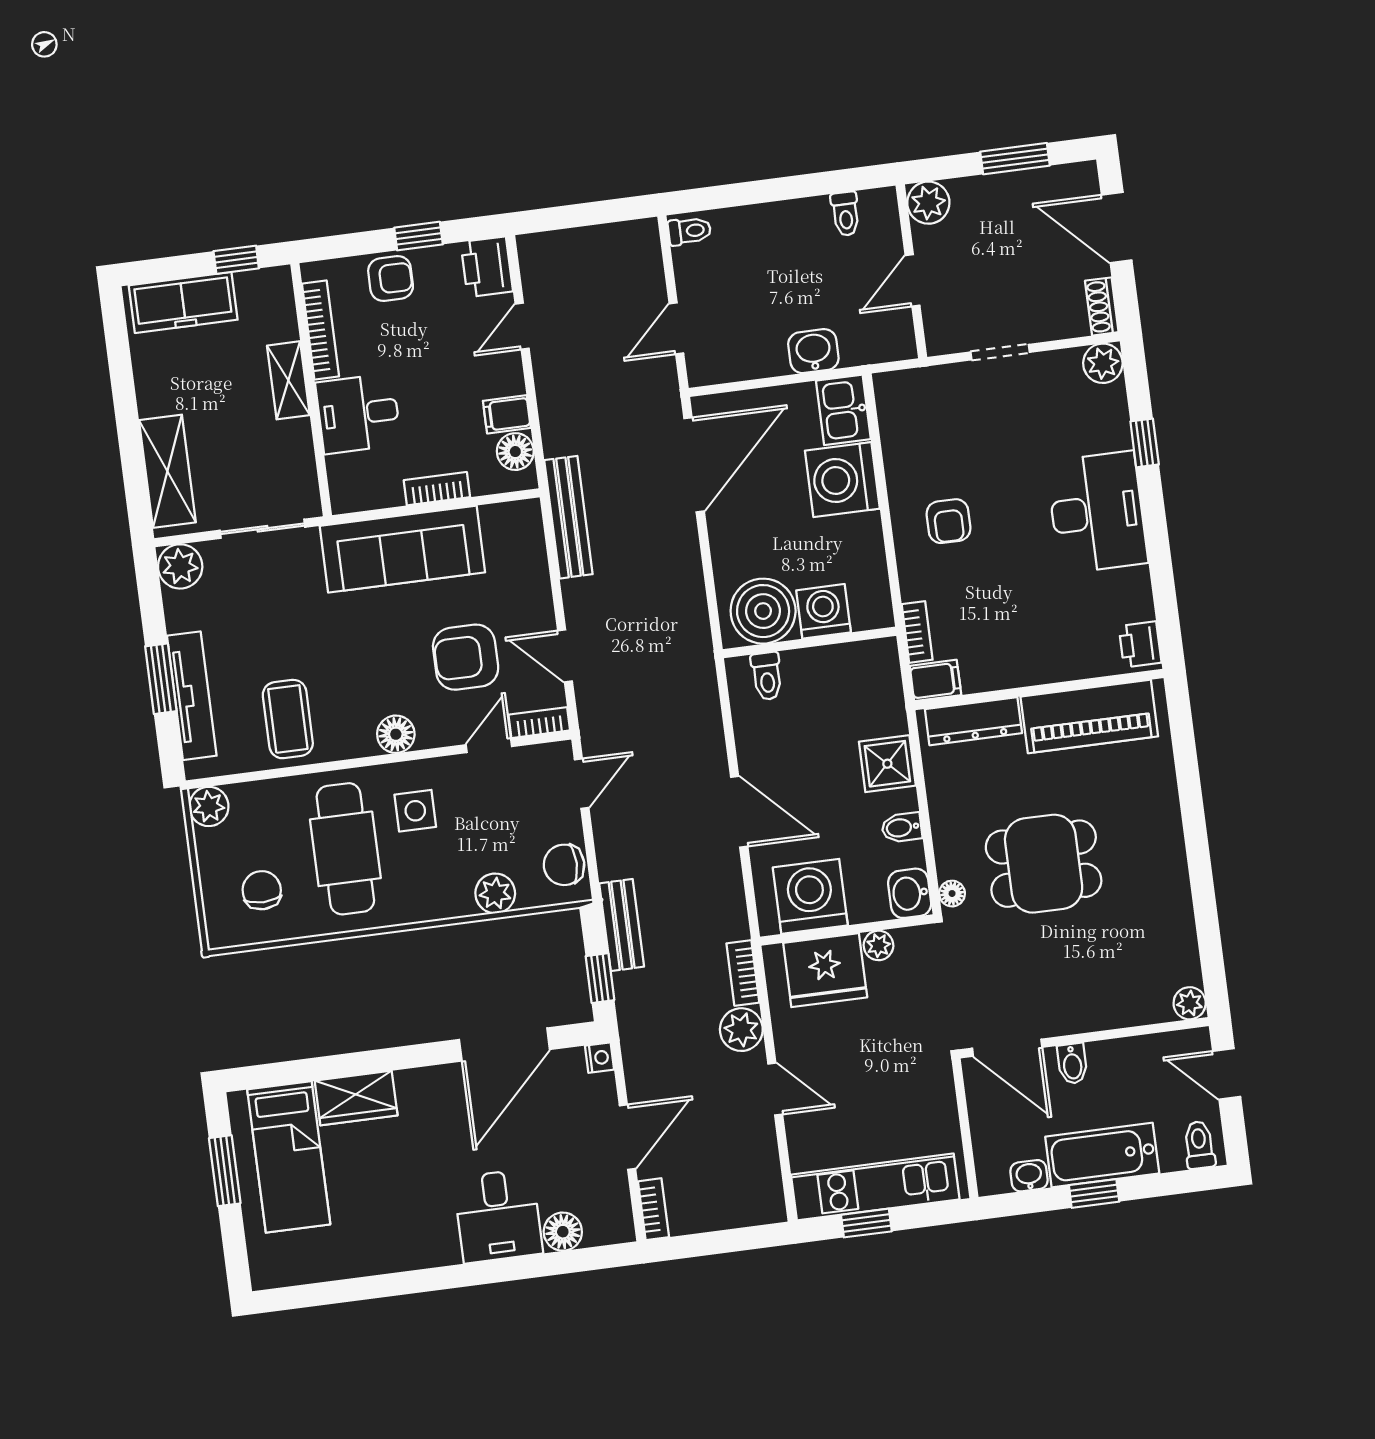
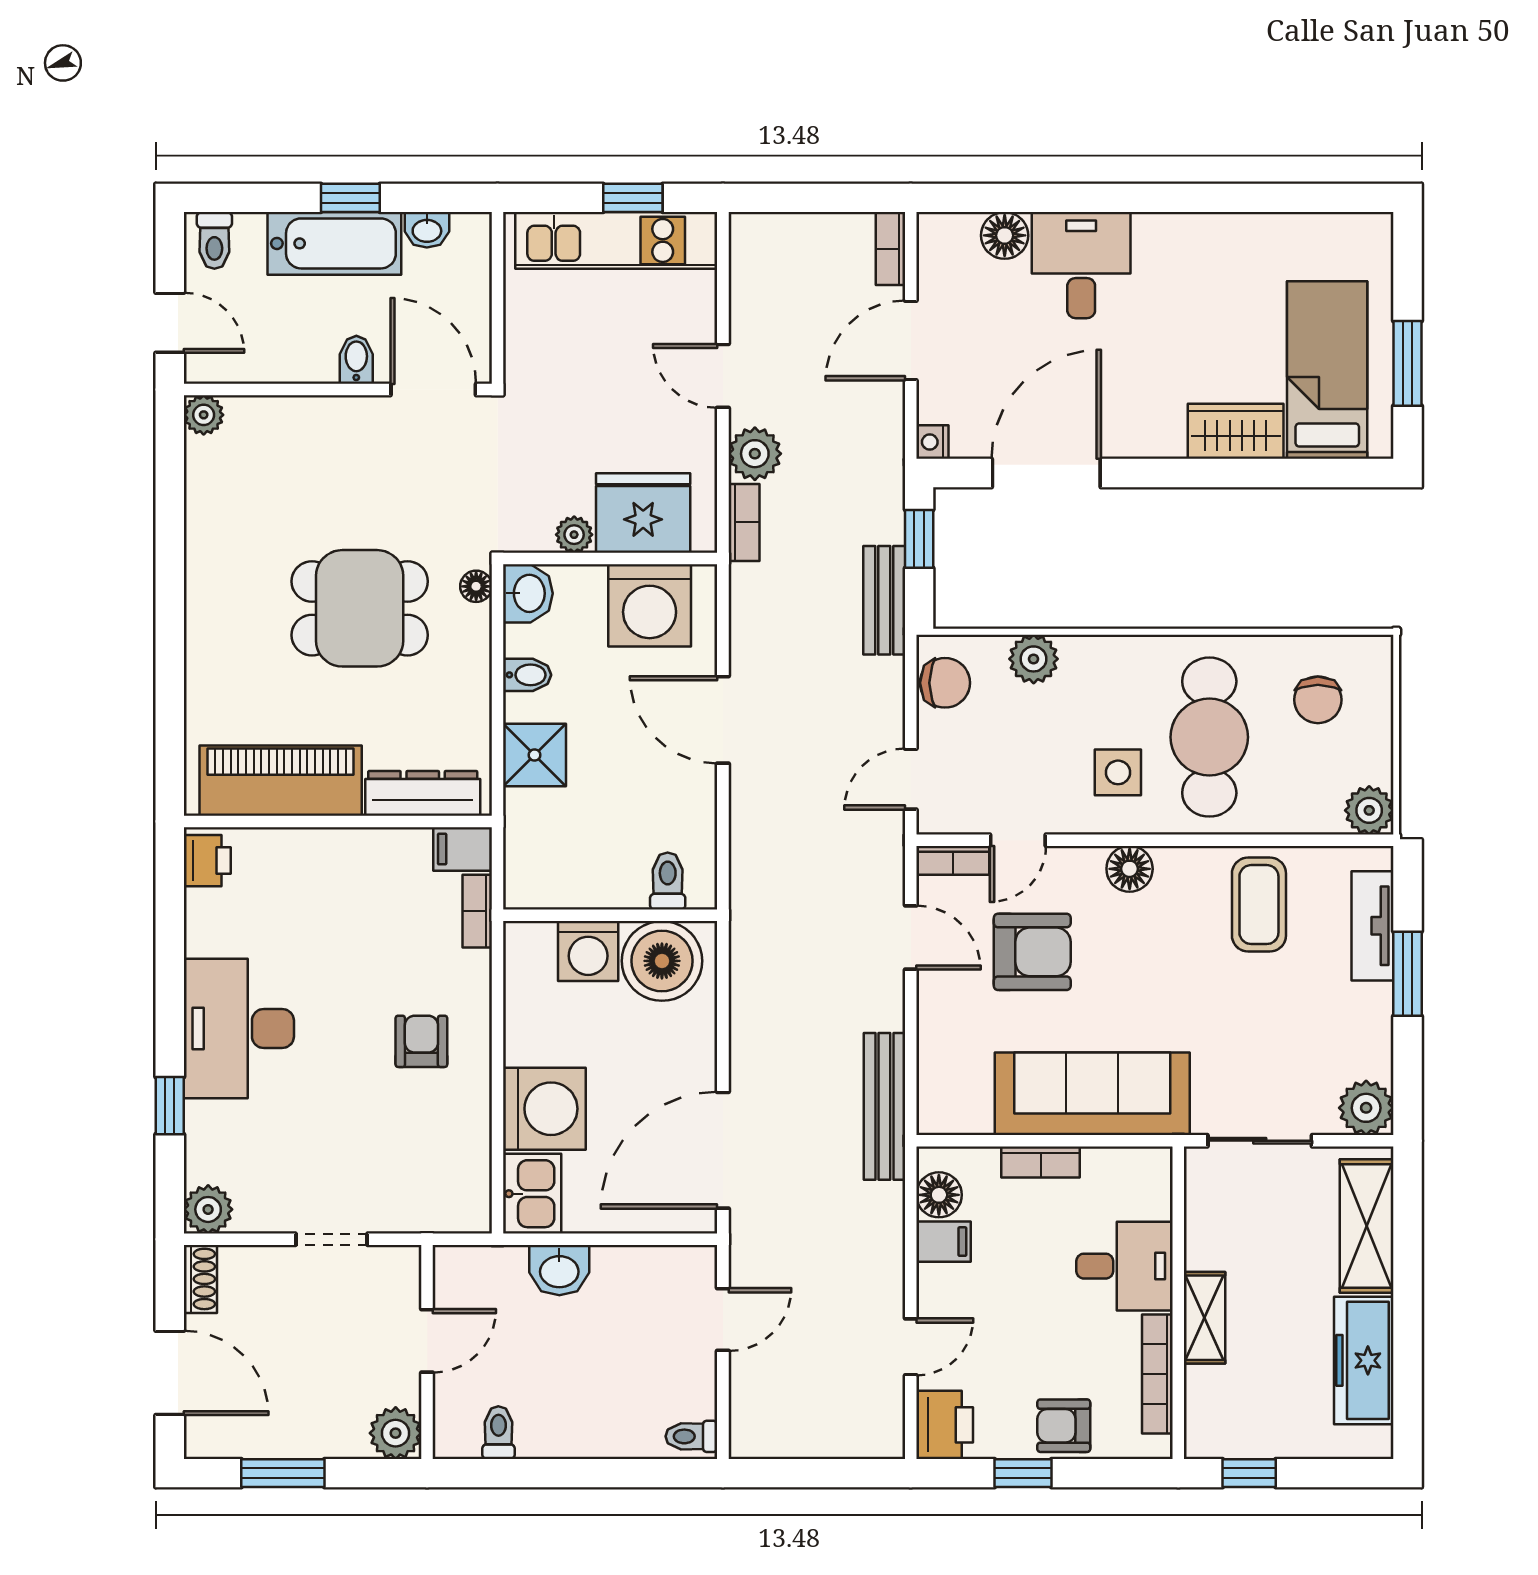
freezer: (183, 302) -> (1364, 1360), moved, turned -90
tv unit: (192, 696) -> (1372, 926), width x0.71

